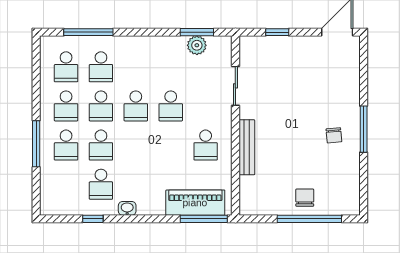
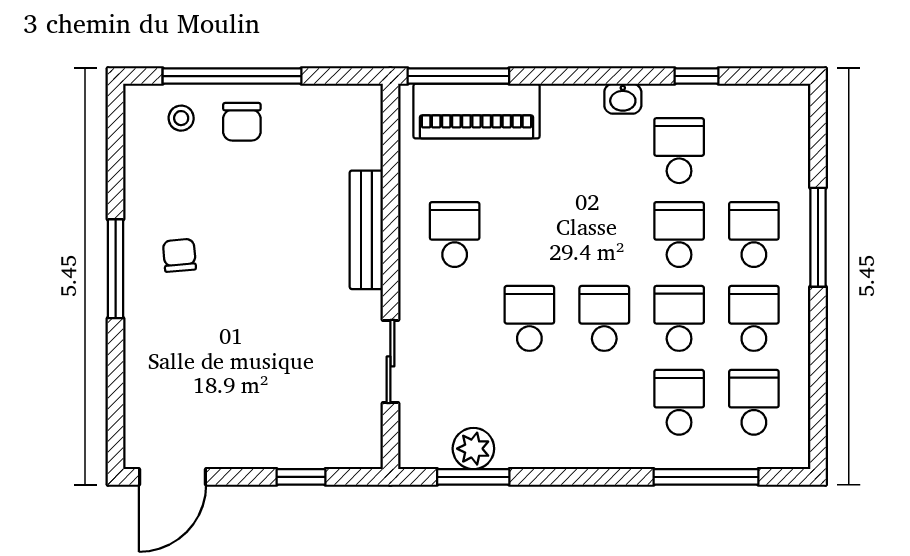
stool: (333, 199) -> (181, 118), added

